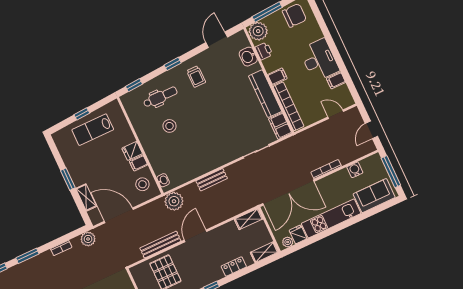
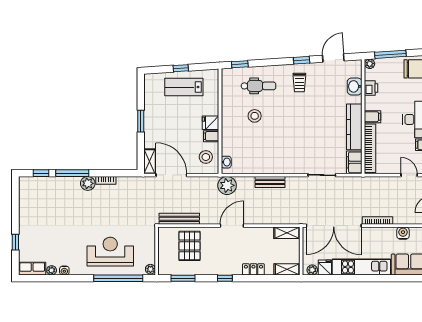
plant: (258, 31) -> (370, 64), width x0.53, depth x0.53
window: (173, 64) -> (302, 60), moved
shelving: (86, 197) -> (150, 161), moved
plant: (88, 239) -> (88, 183), moved
bench: (160, 245) -> (179, 219), moved
window: (27, 256) -> (72, 173), width x1.44

